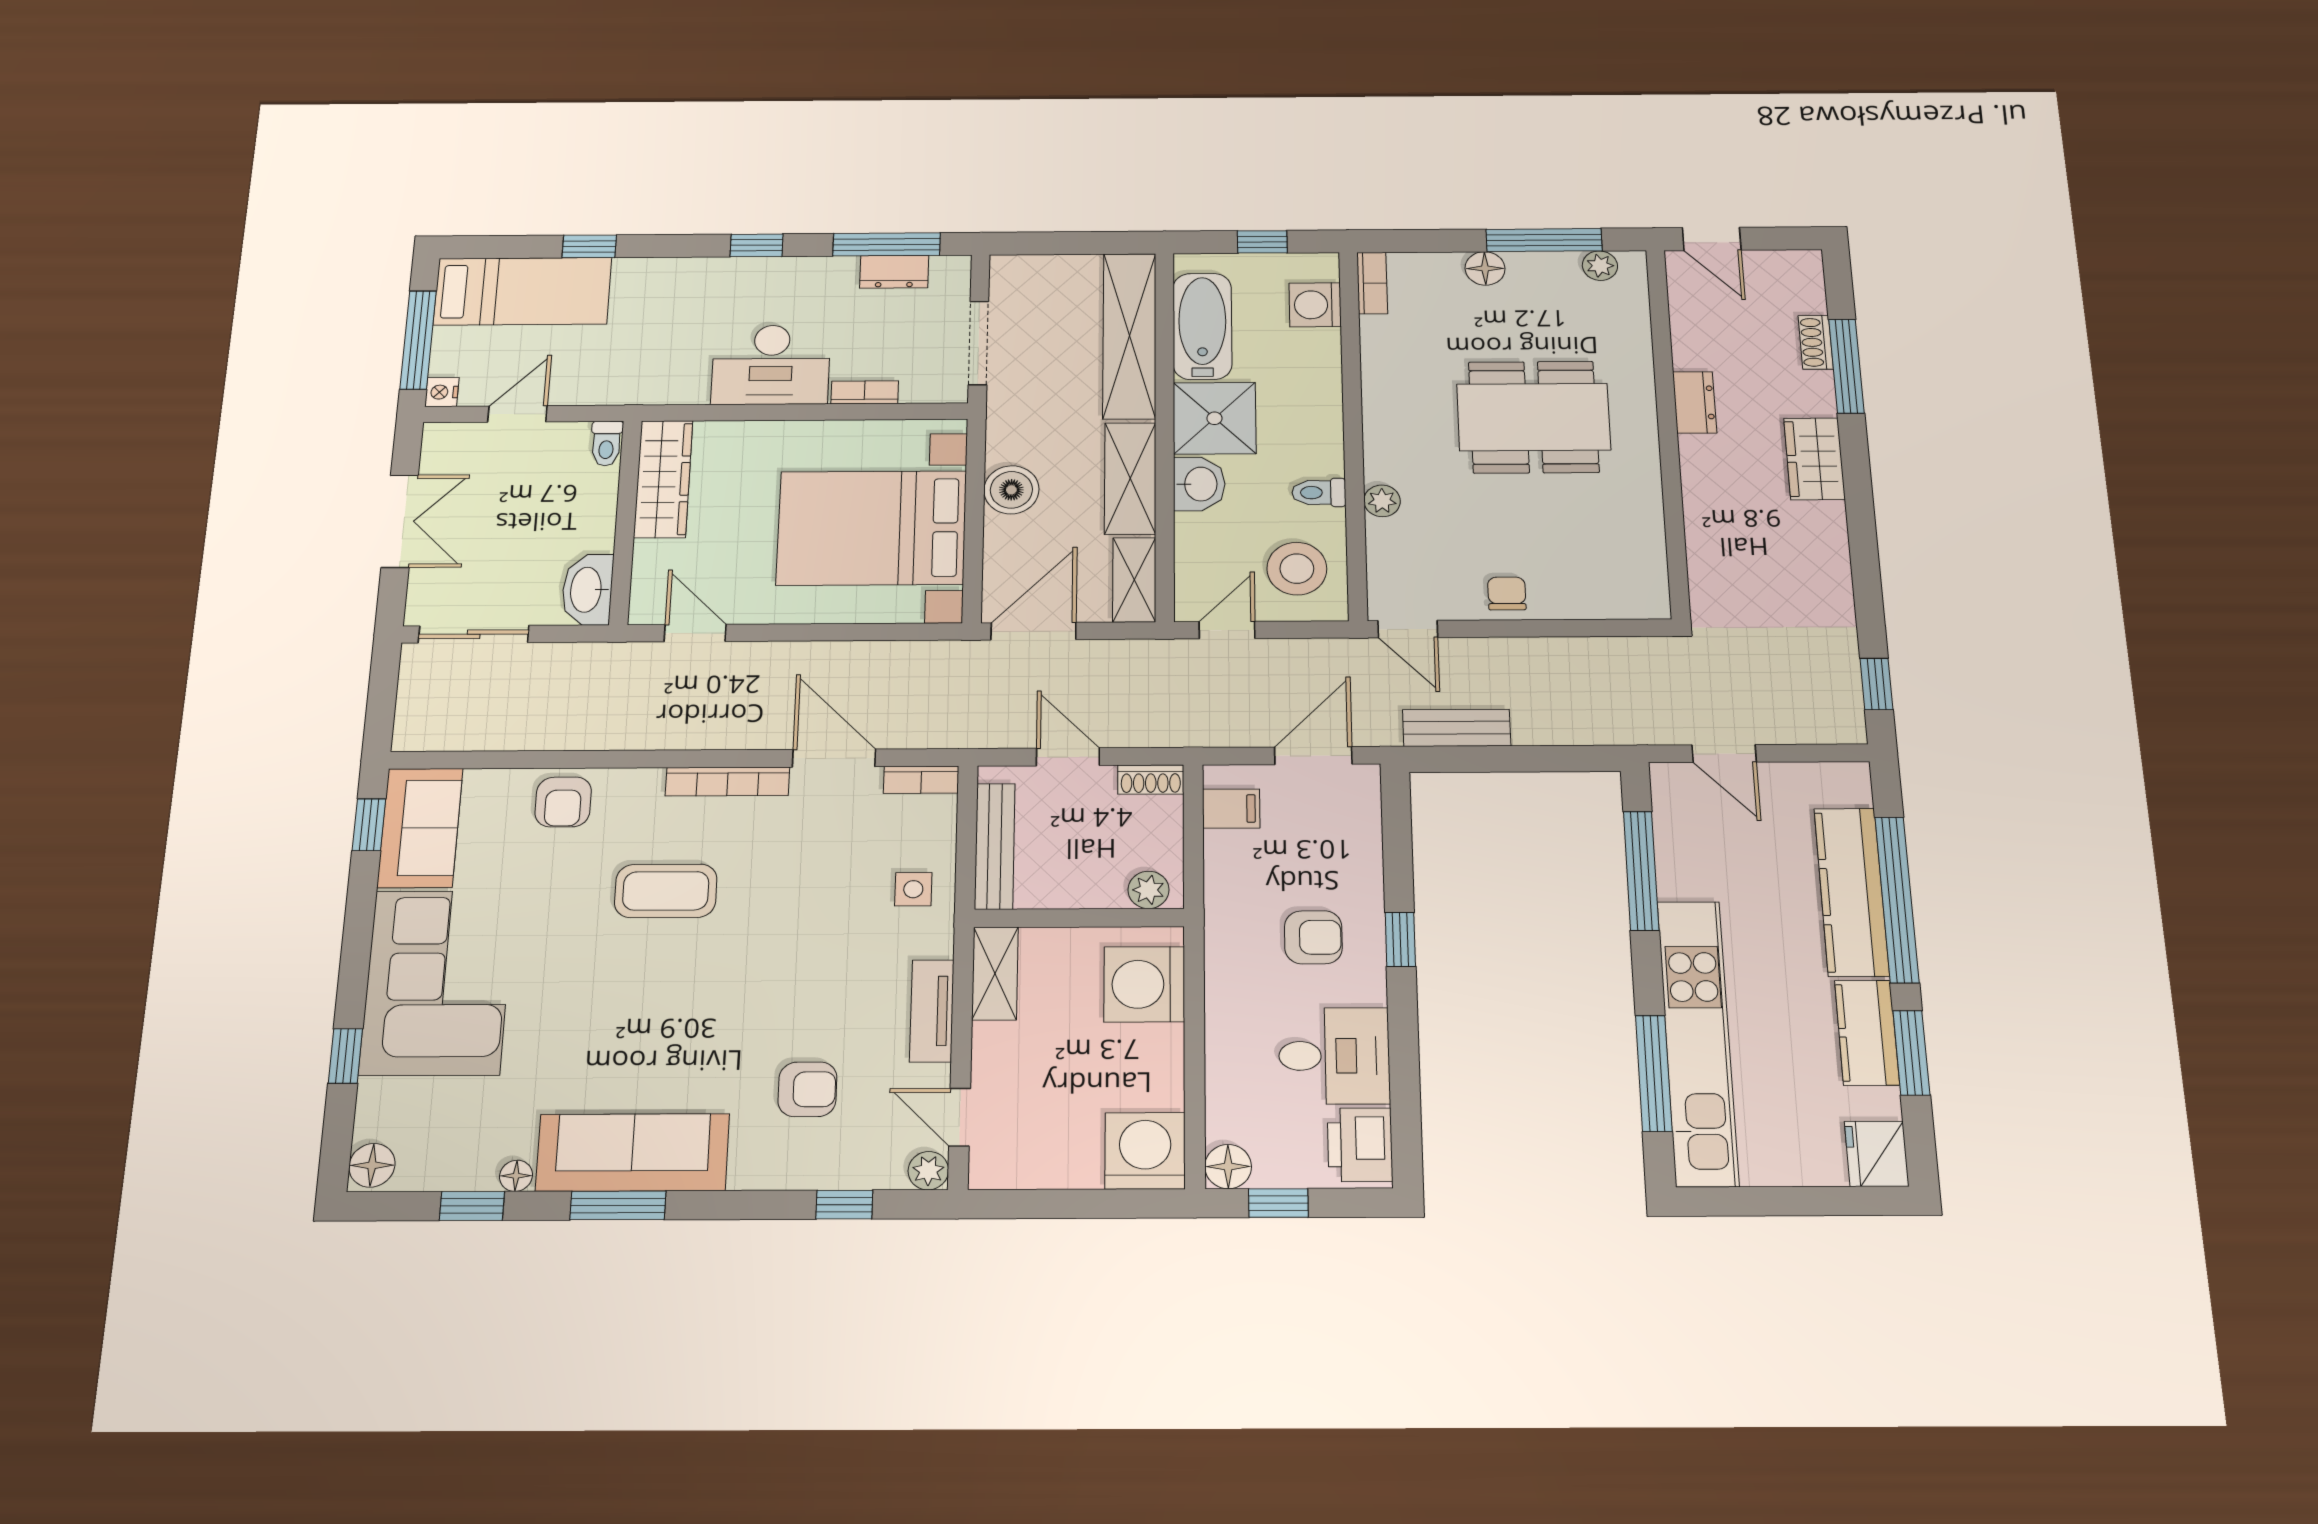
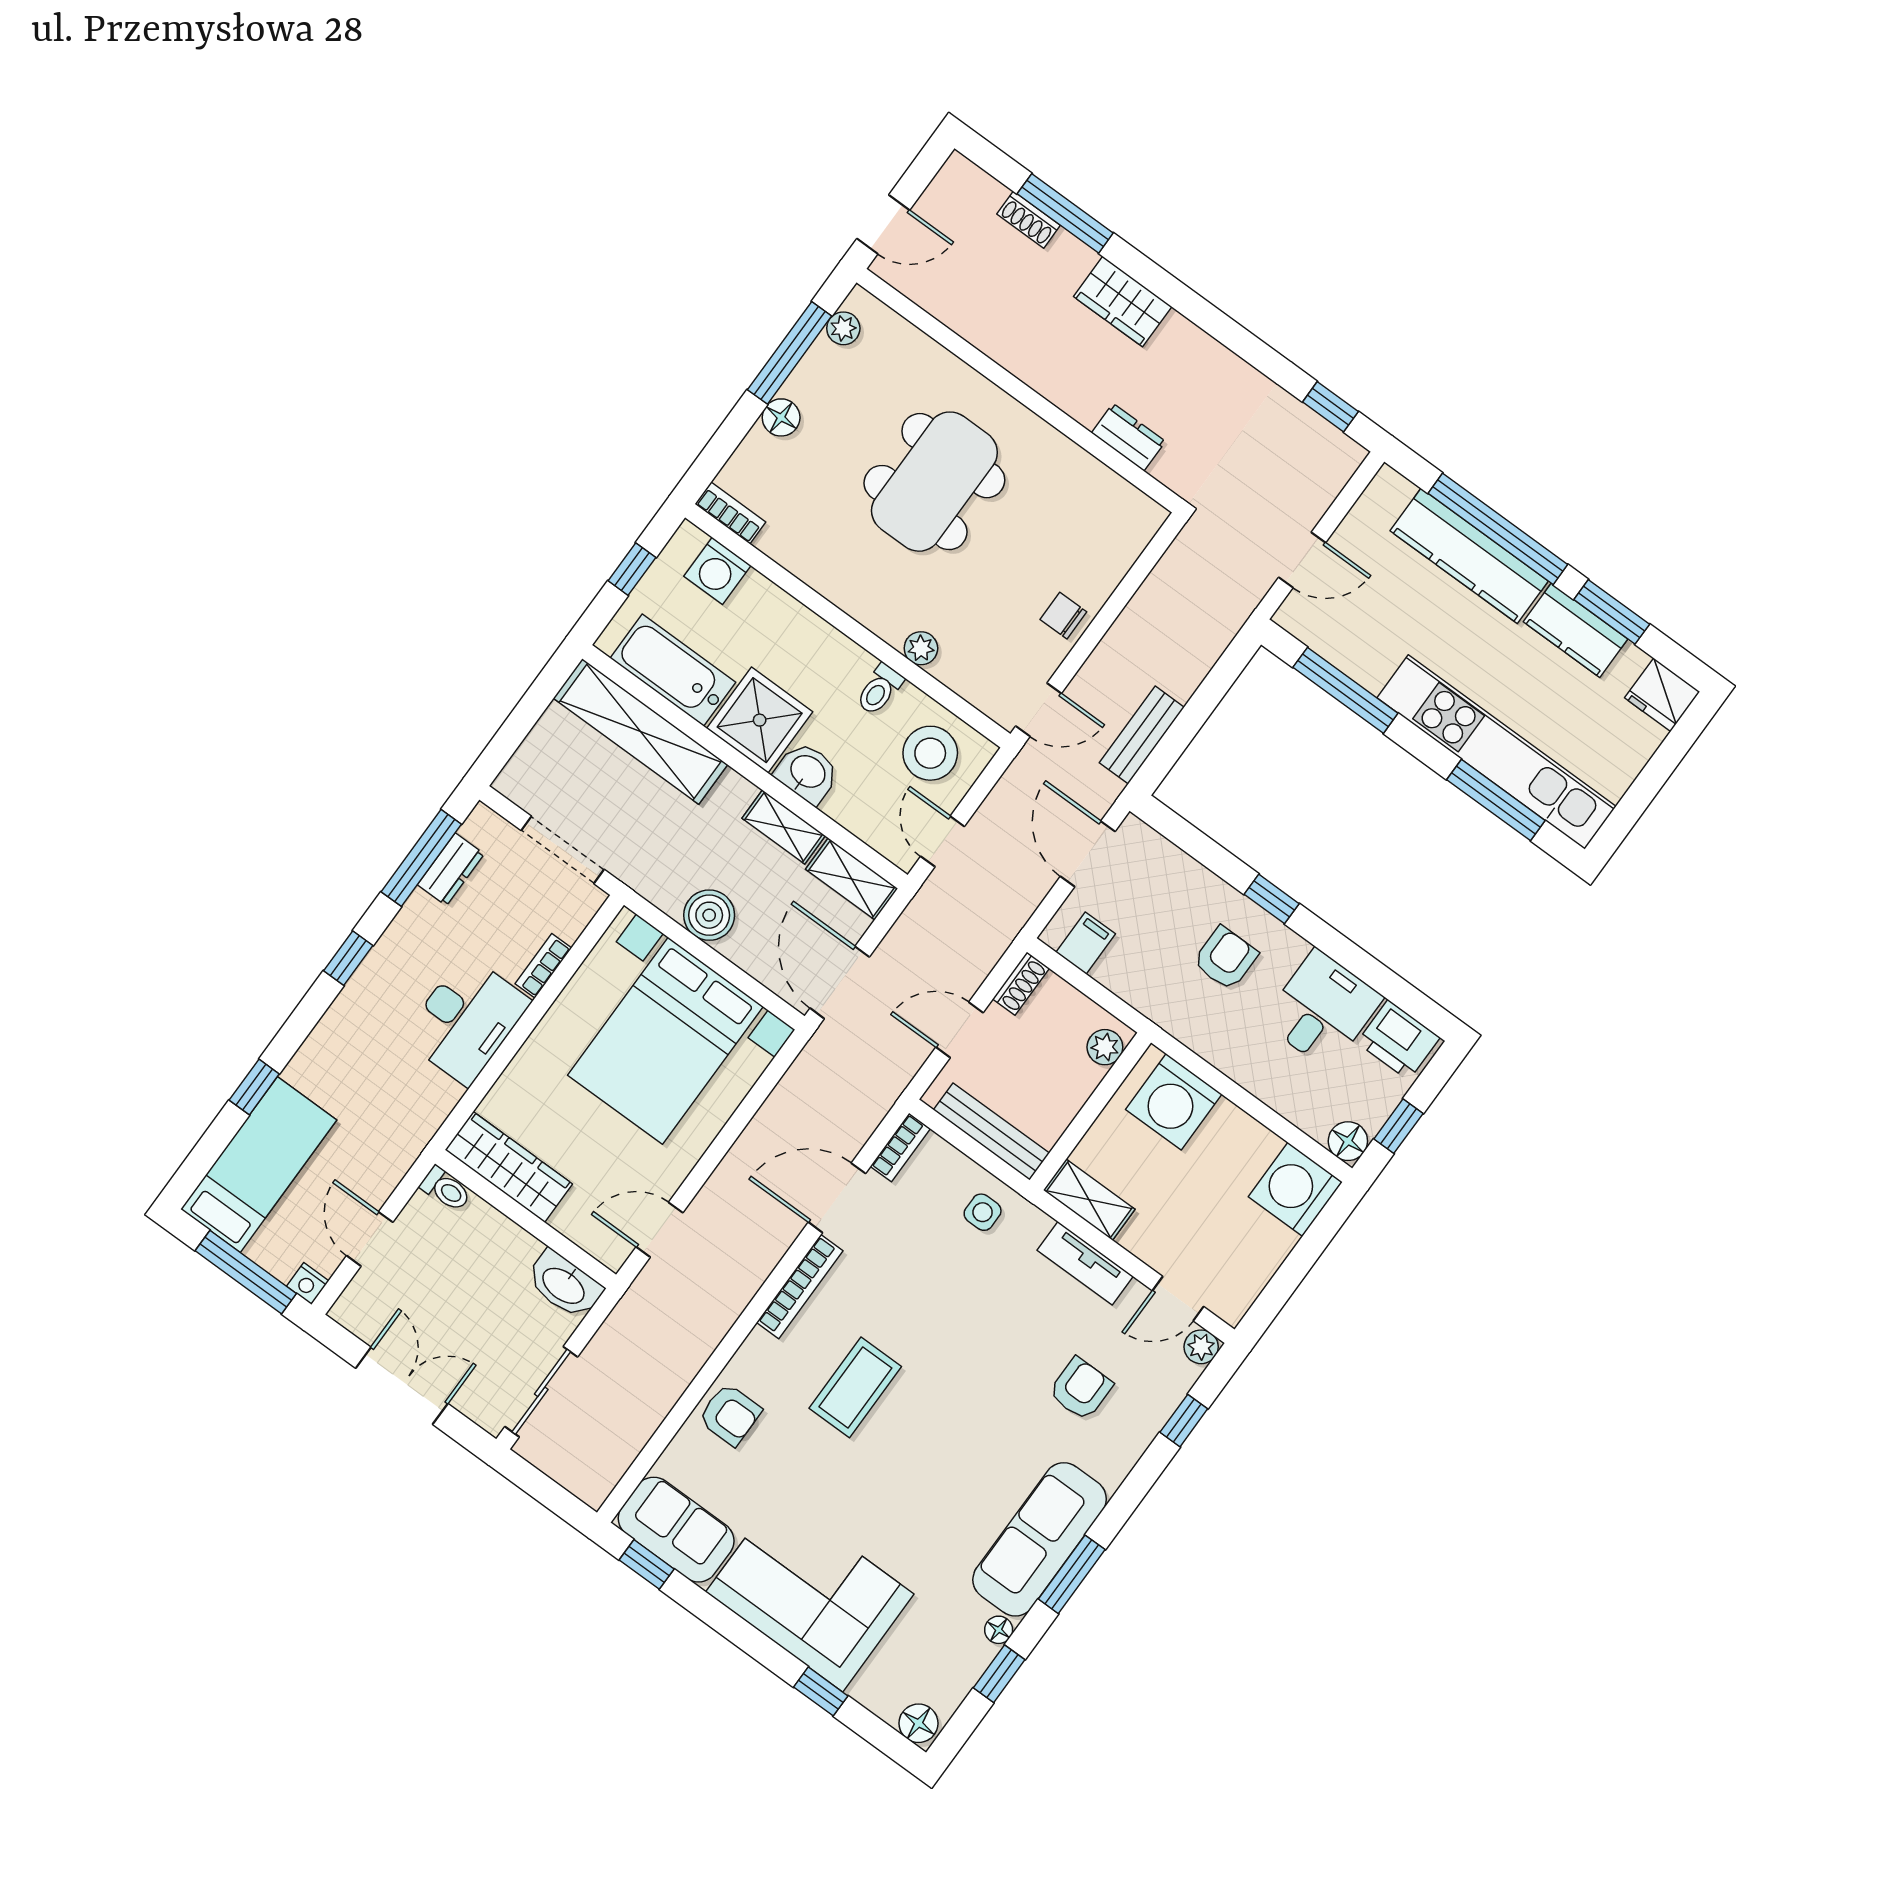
dresser: (1695, 402) -> (1128, 437), moved
shelving: (1130, 478) -> (784, 827), width x0.67, depth x0.75

